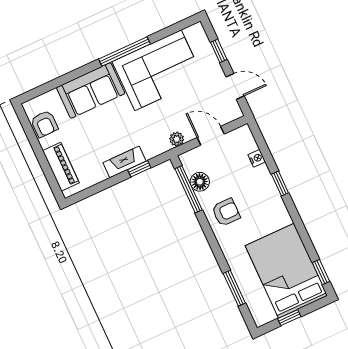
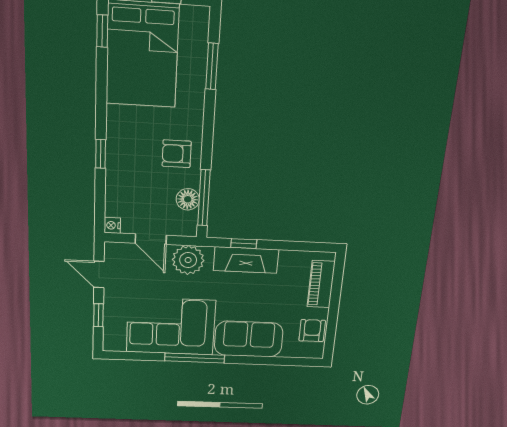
plant: (177, 139) -> (188, 260), width x1.88, depth x1.88
nightstand: (257, 158) -> (112, 225), moved
fireplace: (125, 162) -> (246, 260), width x1.37, depth x1.32

